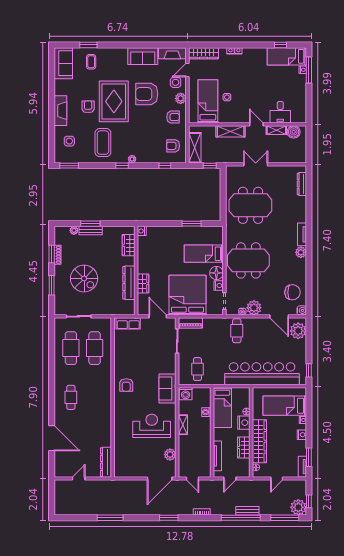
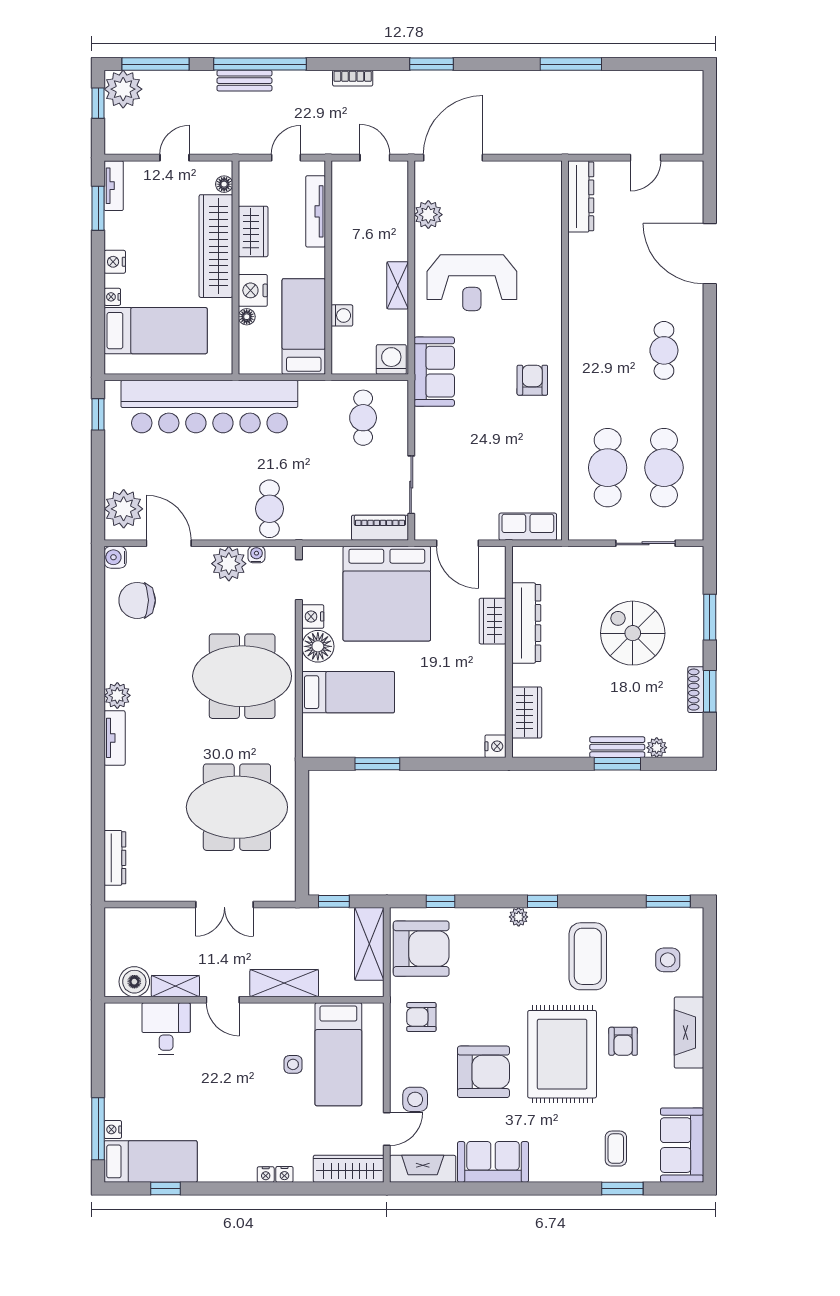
plant: (181, 98) -> (403, 1061), removed
armchair: (173, 146) -> (421, 949), width x1.88, depth x1.88

